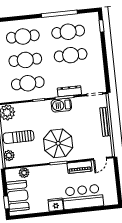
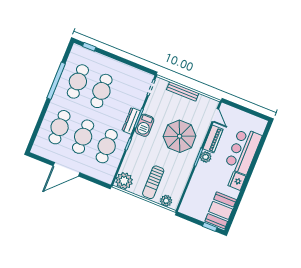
dresser: (69, 91) -> (131, 121), moved
parasol: (58, 143) -> (180, 136), moved
plant: (24, 173) -> (206, 157), moved
booth: (18, 196) -> (221, 210), moved, turned 90

